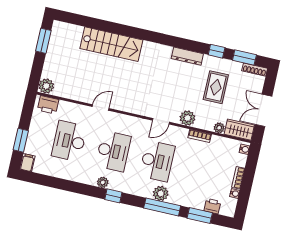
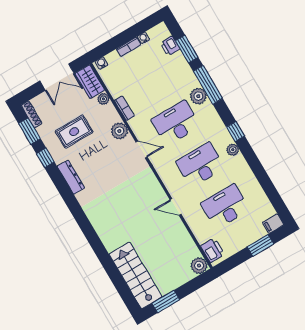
stairs: (111, 44) -> (136, 275), moved
desk: (69, 141) -> (225, 207), turned 180

